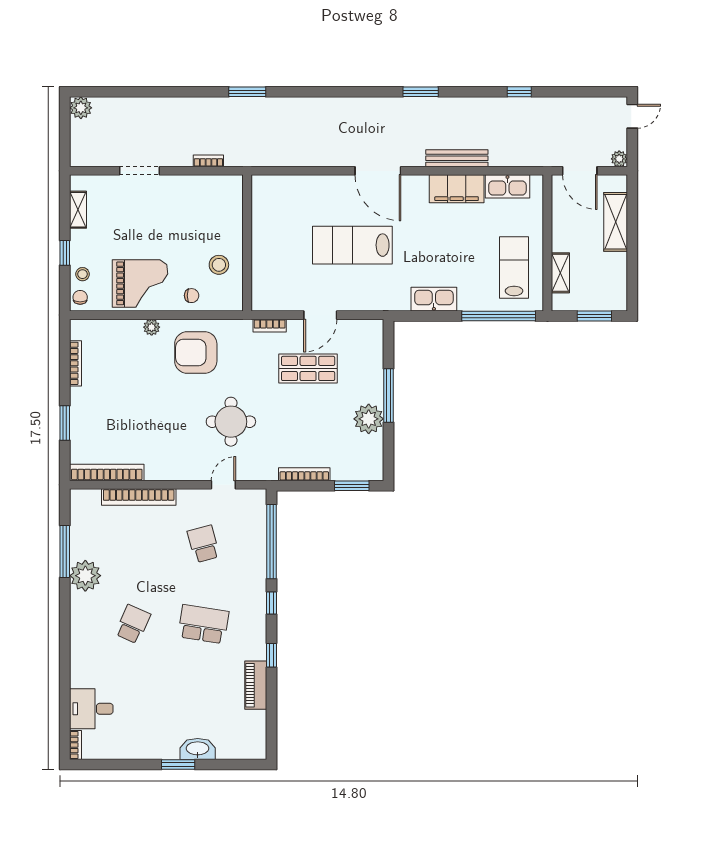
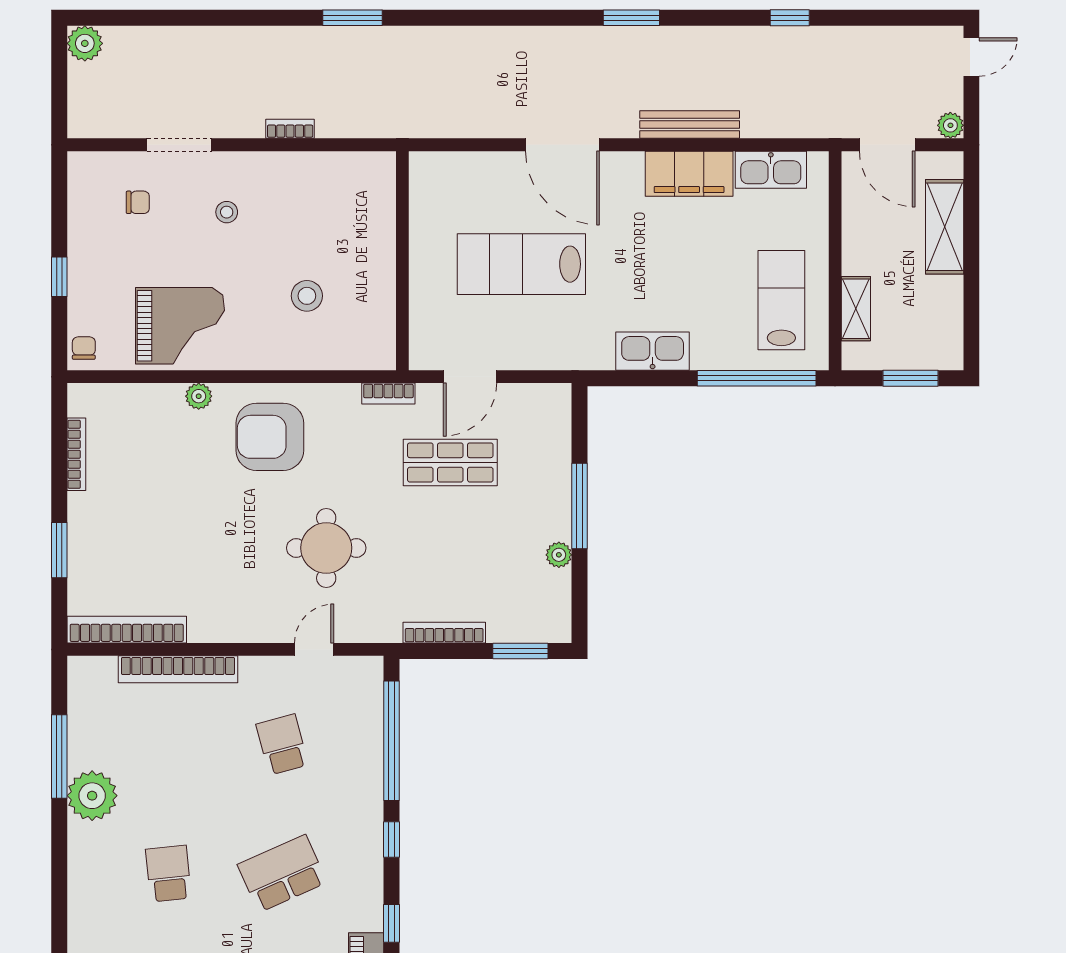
shelving: (78, 210) -> (80, 207), removed
wall: (247, 243) -> (402, 261), moved
stool: (83, 274) -> (227, 212), moved
chair: (192, 296) -> (138, 202), moved
plant: (369, 419) -> (559, 555), width x0.53, depth x0.53
school desk: (133, 624) -> (169, 874), turned -30
school desk: (204, 624) -> (282, 874), turned -33

